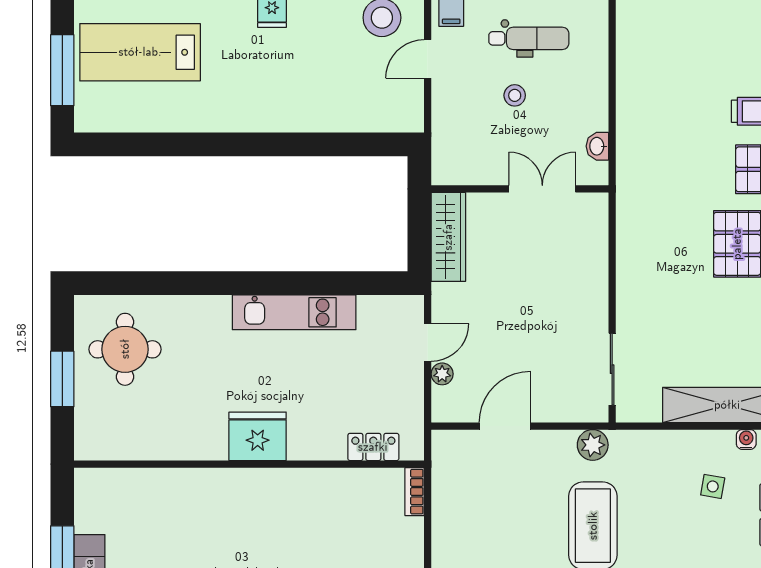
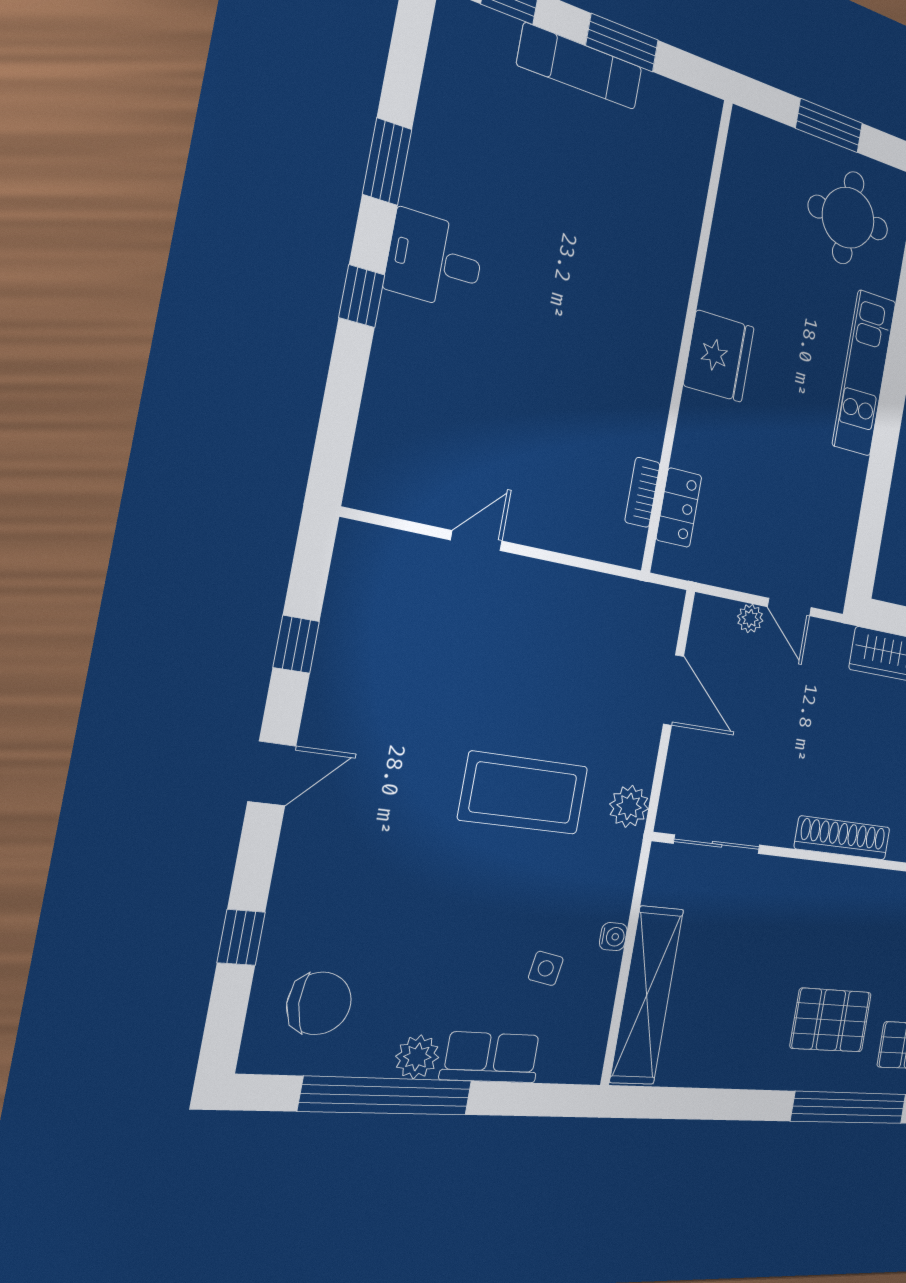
shoe rack: (596, 261) -> (843, 838), added
kitchen unit: (294, 312) -> (864, 373), moved
water cooler: (746, 439) -> (613, 937), moved
bookcase: (415, 492) -> (642, 492), moved, turned -90

